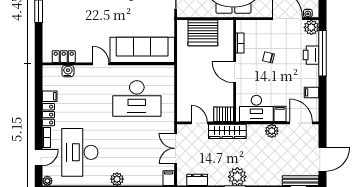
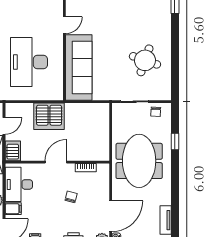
server rack: (203, 33) -> (49, 116), moved, turned -90

